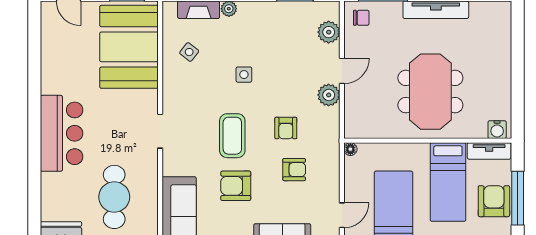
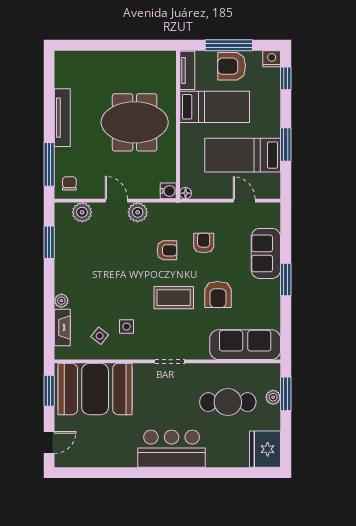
side table: (244, 75) -> (127, 327), moved
water cooler: (497, 130) -> (168, 191), moved

